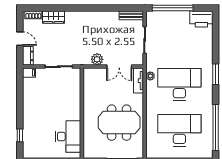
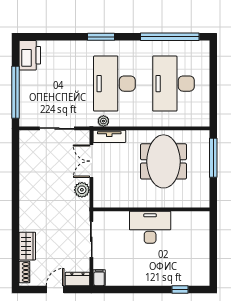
bench: (131, 15) -> (25, 146), removed
double door: (119, 67) -> (91, 161), swing flipped
desk: (68, 137) -> (150, 227), moved

